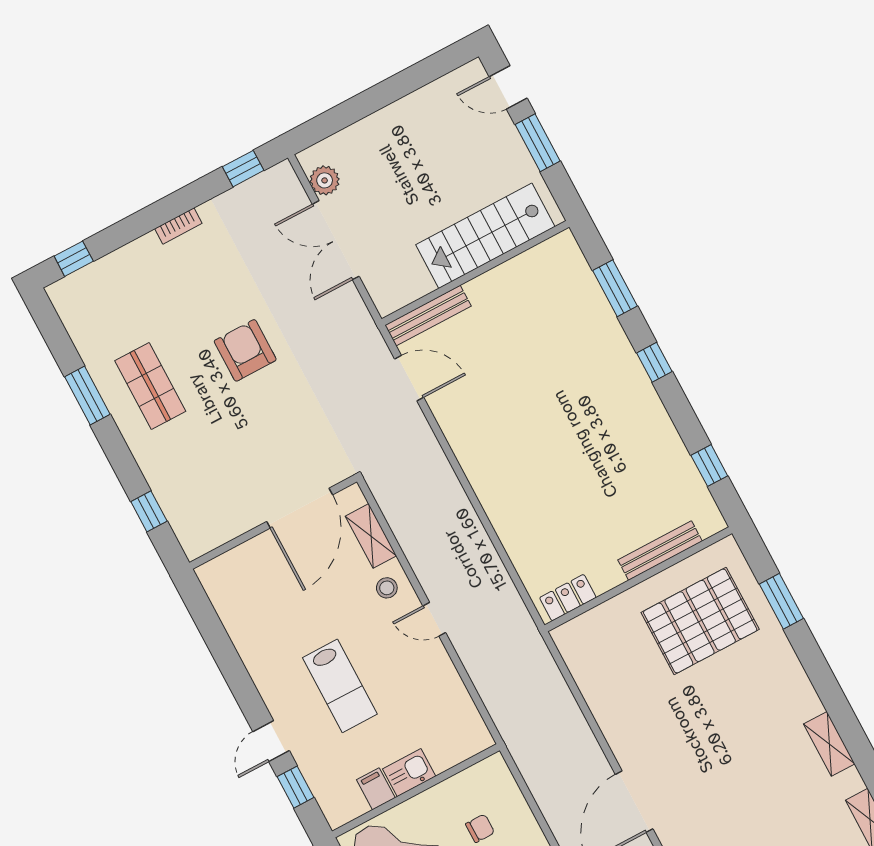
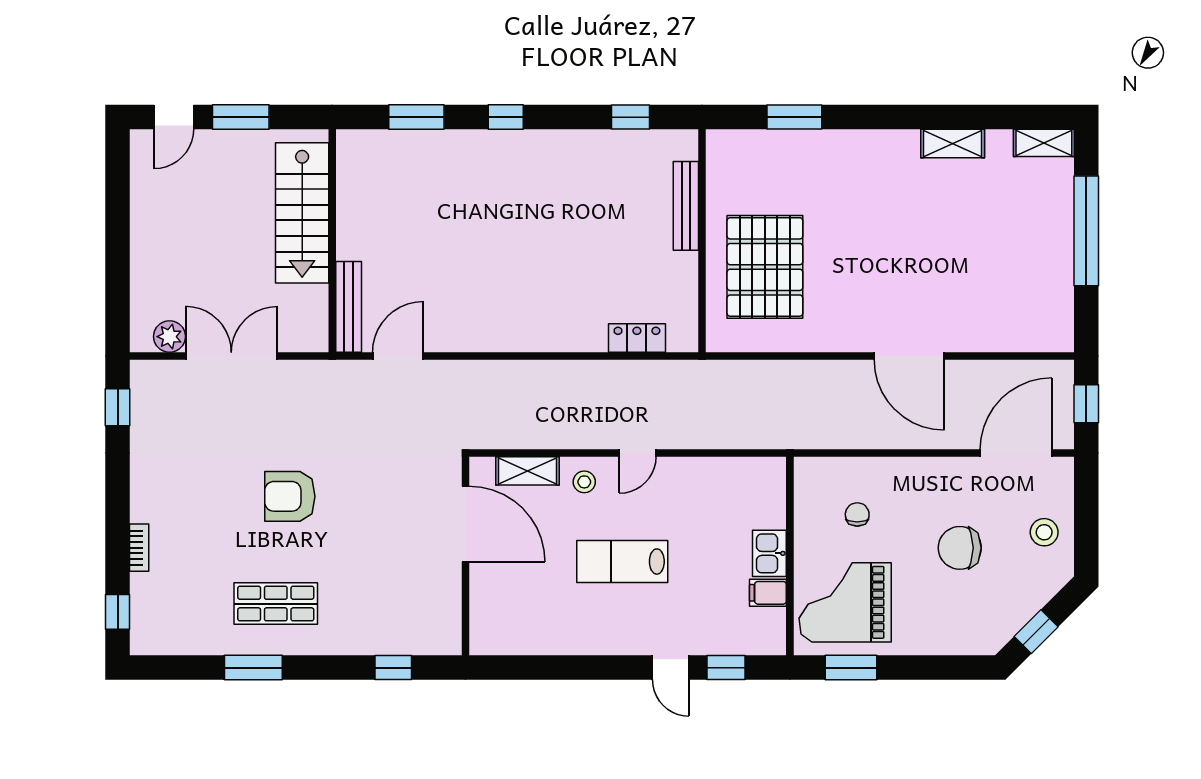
bookcase: (178, 226) -> (139, 548), moved
double door: (336, 240) -> (231, 356), swing flipped
locker: (568, 598) -> (637, 338), moved, turned 90
pallet: (700, 621) -> (765, 267), moved
lab bench: (340, 686) -> (622, 562), moved, turned 180

